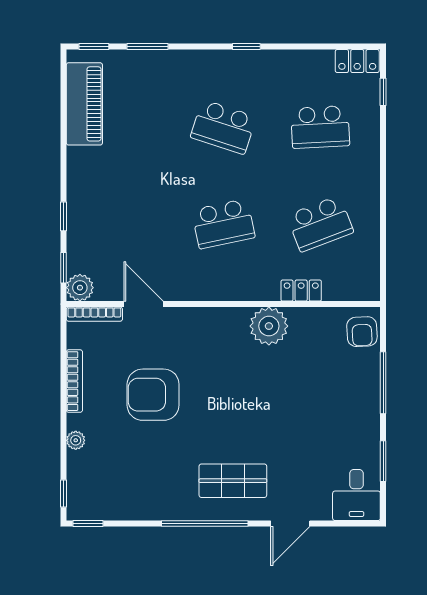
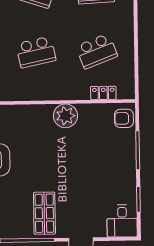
locker: (301, 291) -> (103, 93), moved
armchair: (362, 332) -> (124, 118), turned 93
shop shelf: (233, 481) -> (44, 213), turned 90

